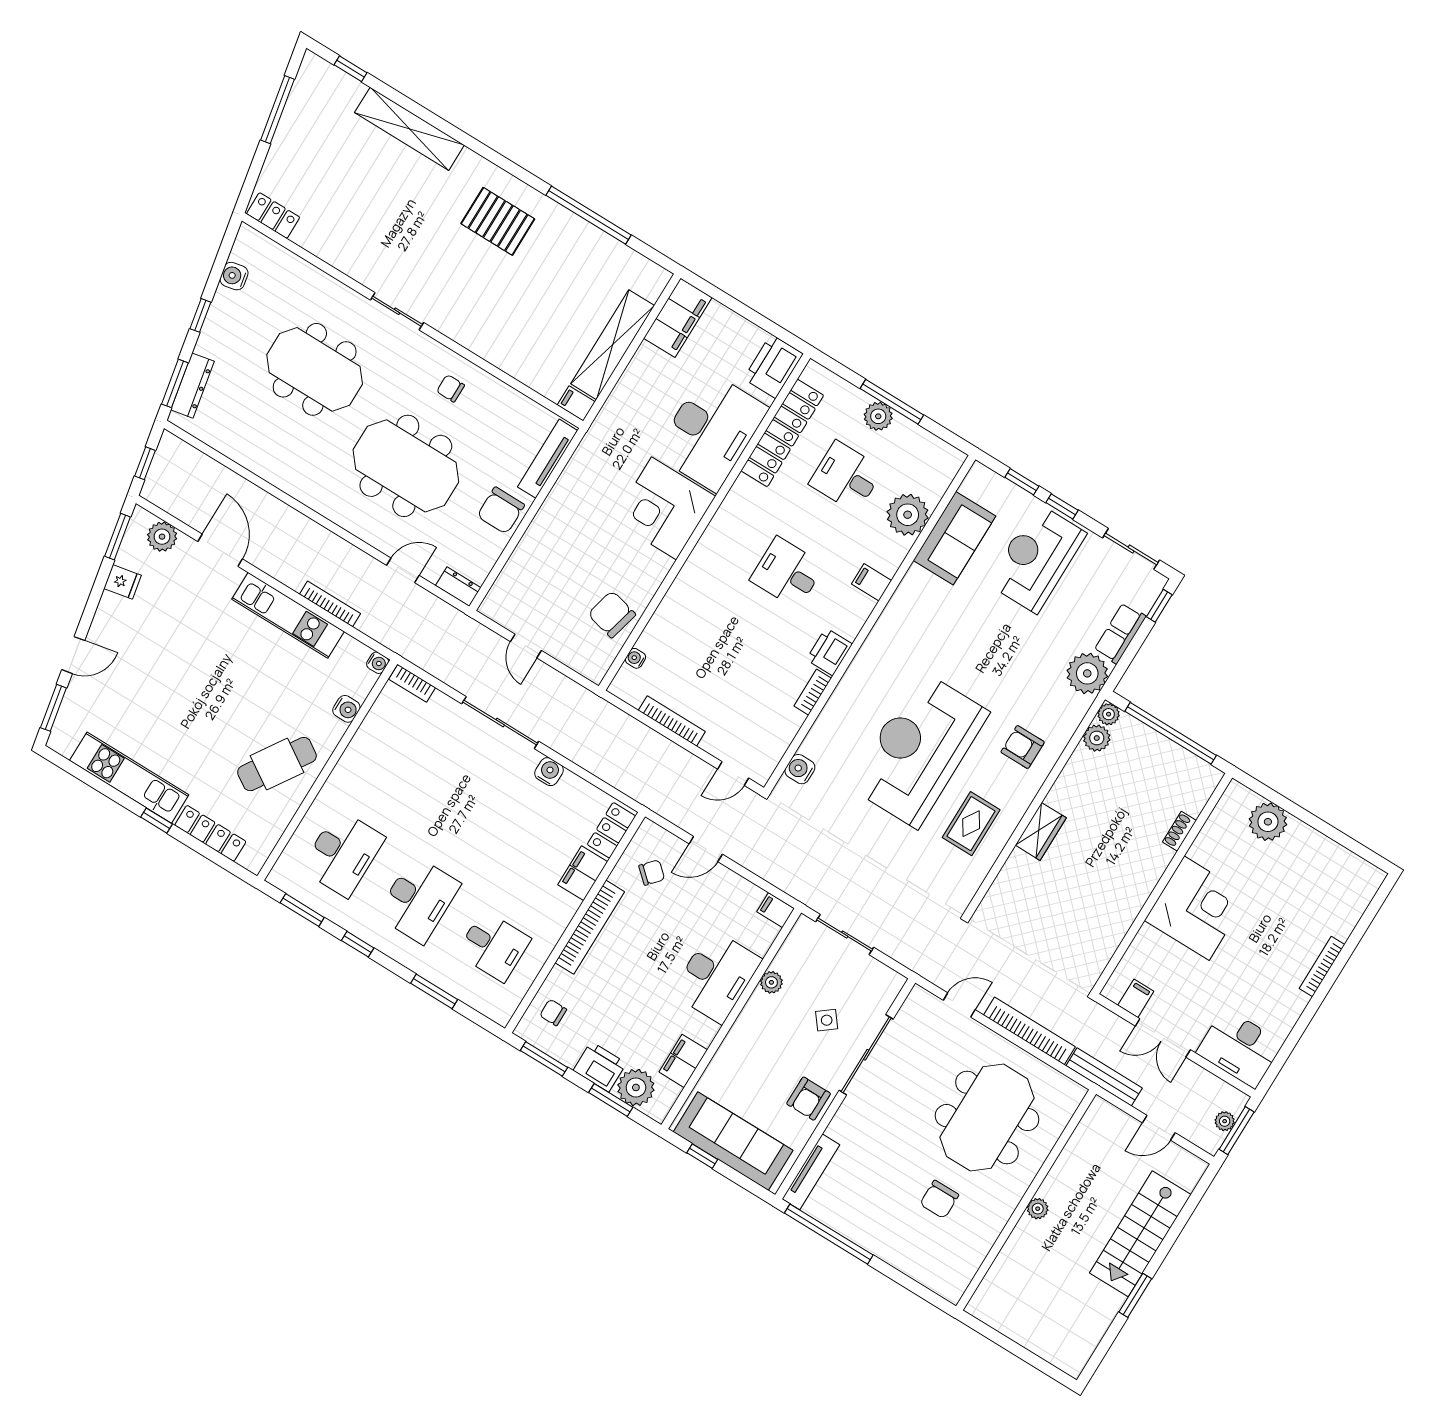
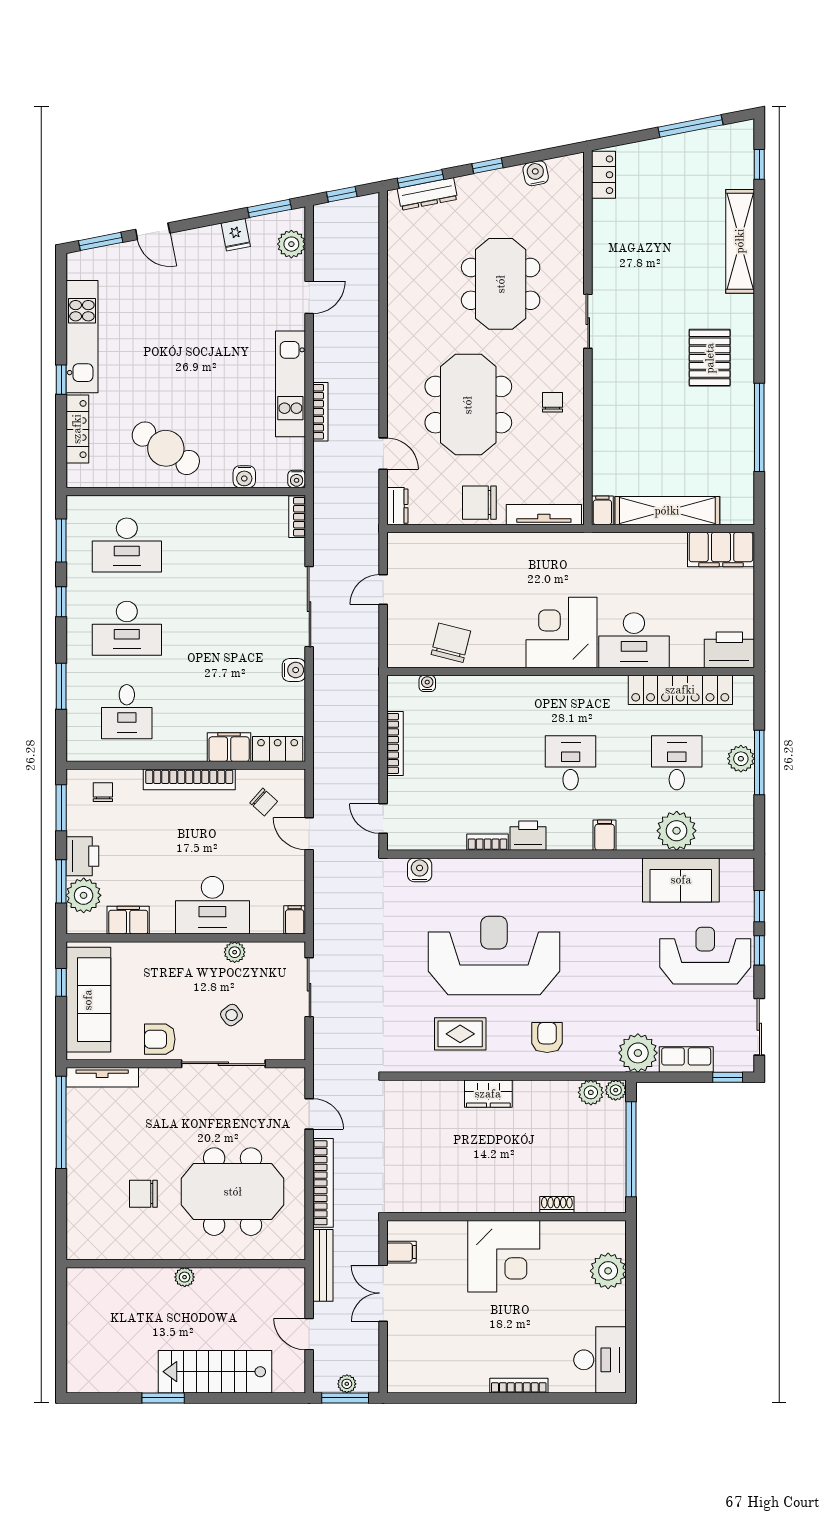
desk: (711, 431) -> (634, 640), width x0.73, depth x0.77
door: (220, 550) -> (309, 297), width x0.73
desk: (1240, 1048) -> (600, 1360), moved, turned 180

